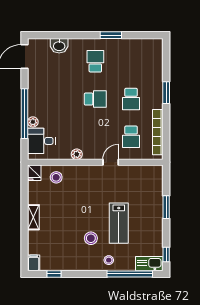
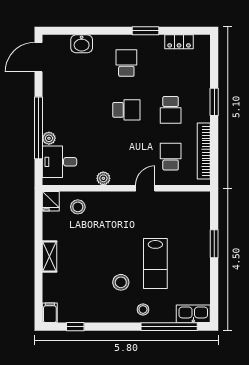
locker: (138, 44) -> (179, 42), added
school desk: (131, 137) -> (171, 157), turned 180
window: (166, 254) -> (214, 303), removed

